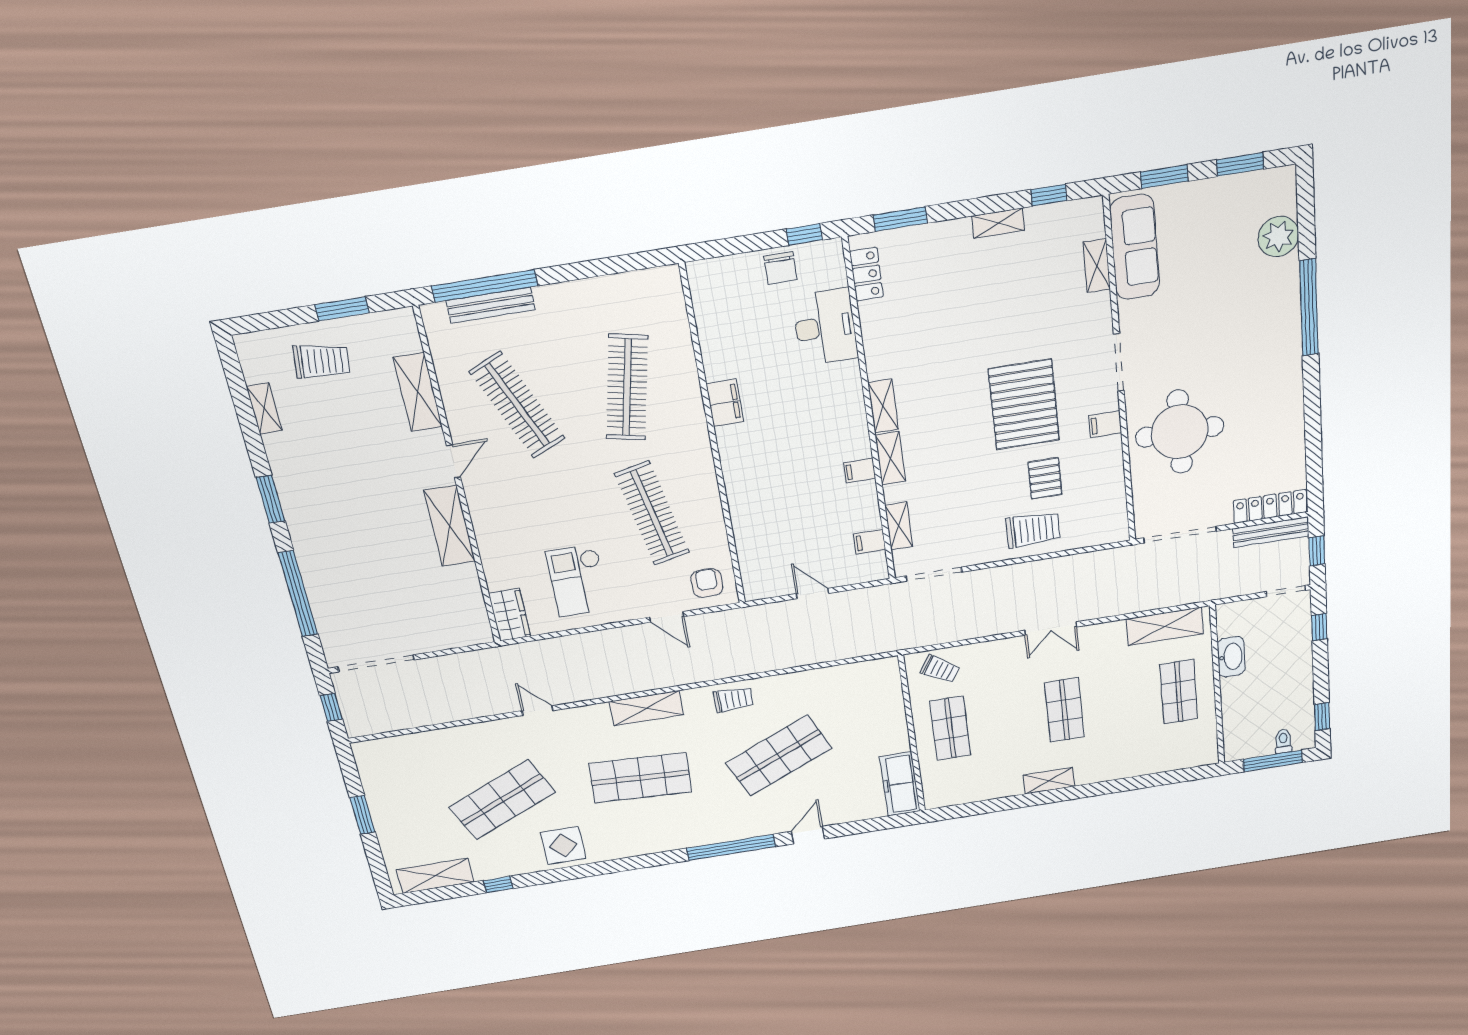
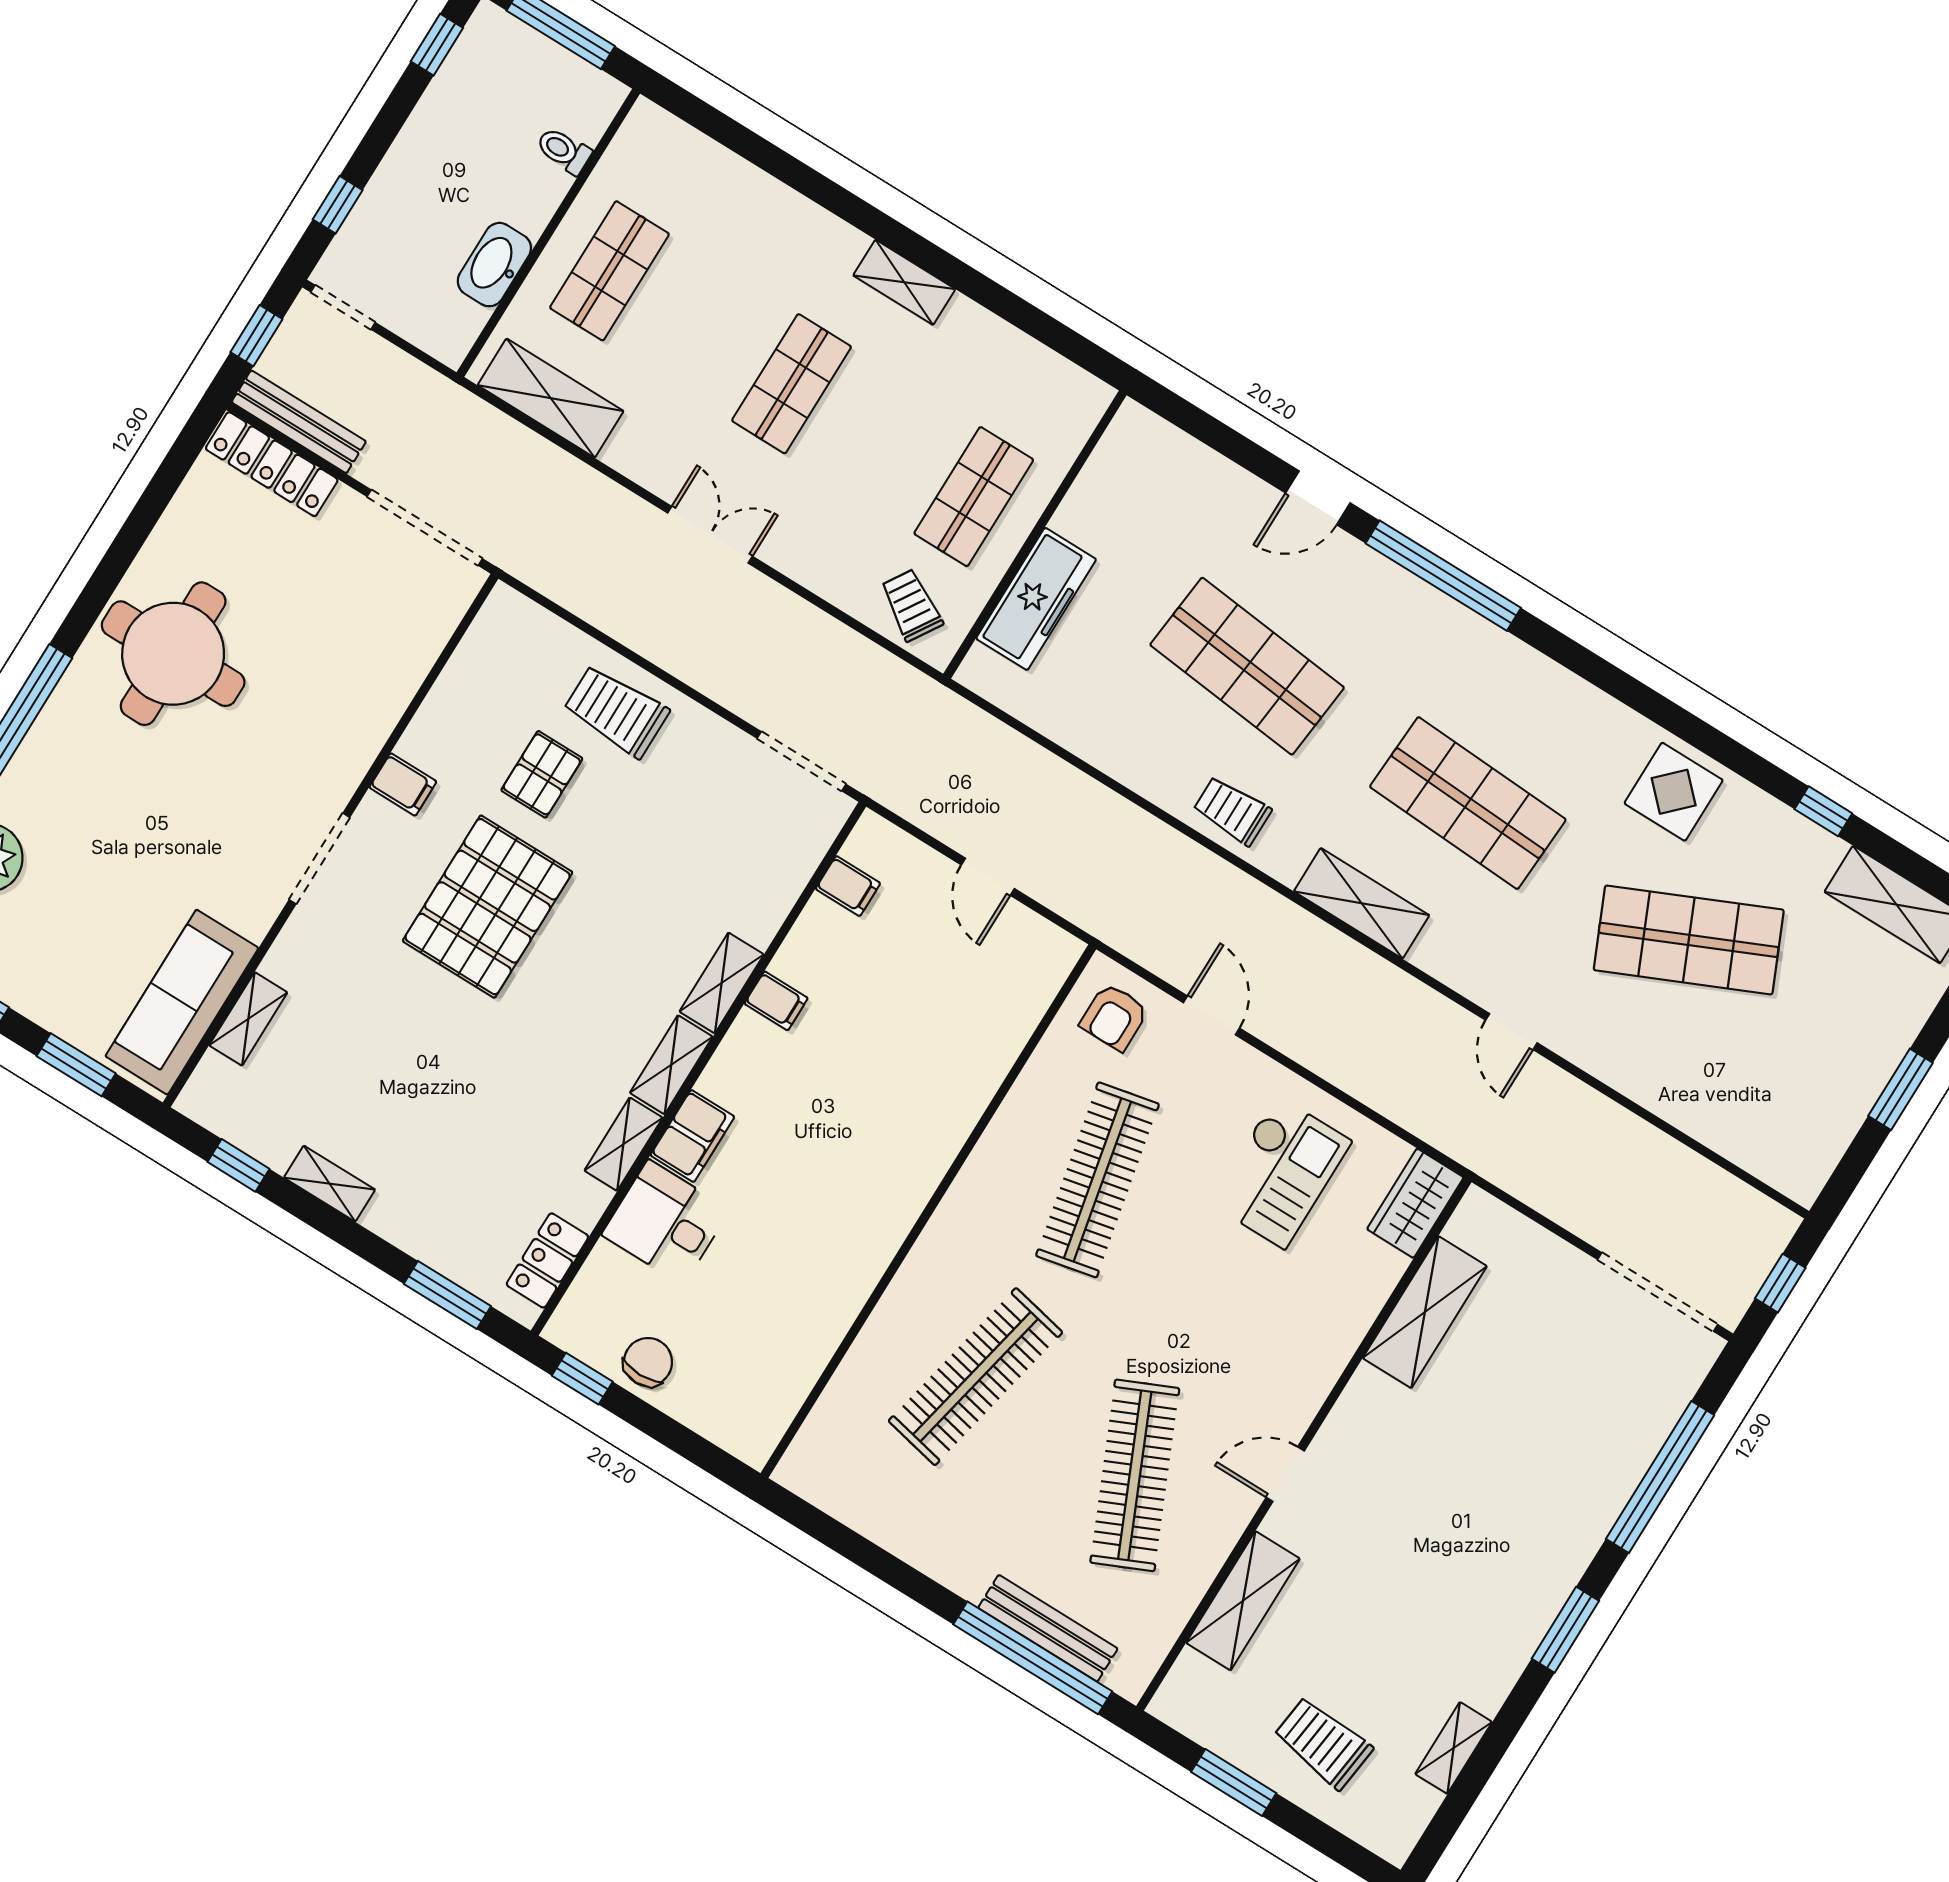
desk: (825, 327) -> (666, 1222), width x0.73
filing cabinet: (725, 403) -> (692, 1136), moved, turned 180
round table: (1180, 432) -> (173, 654), moved
shelving: (450, 526) -> (1425, 1312), moved
shelving: (899, 526) -> (623, 1144), moved
toilet: (1283, 741) -> (564, 151), moved, turned 90
shop shelf: (779, 756) -> (1247, 666), turned 30
freezer: (900, 784) -> (1036, 599), moved

